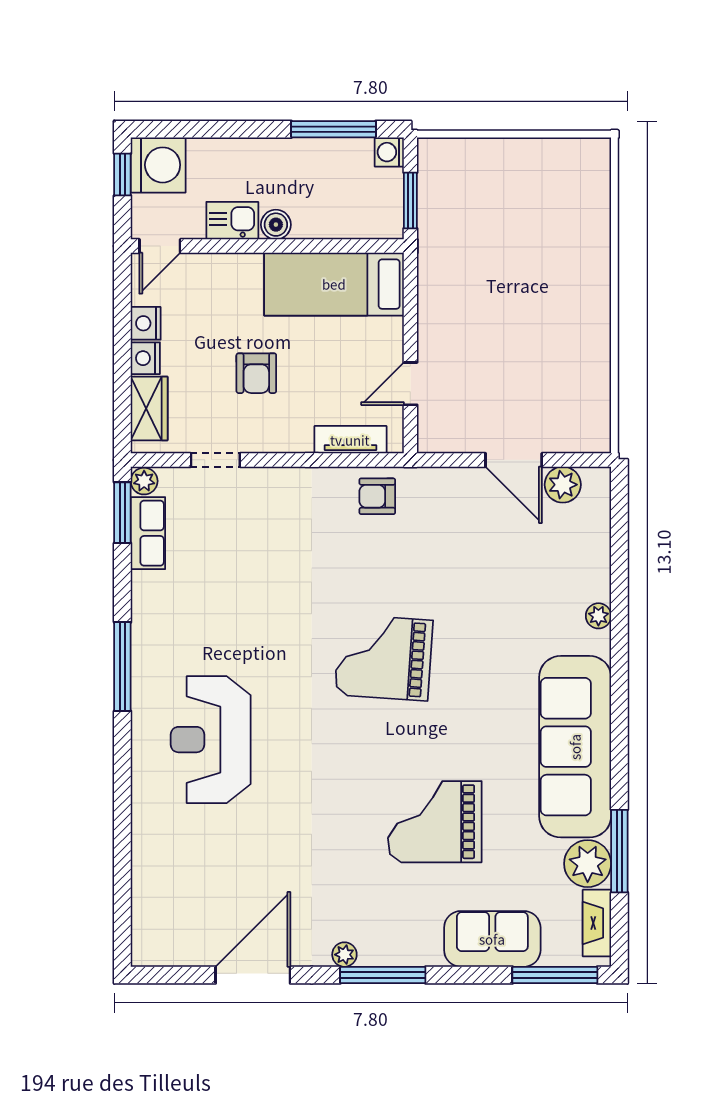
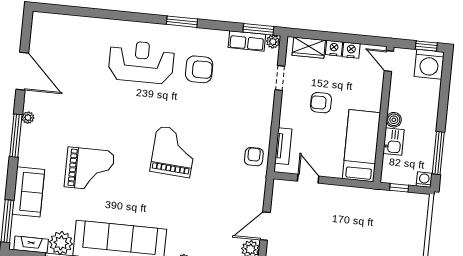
window: (410, 200) -> (399, 188), width x0.67
kitchen sink: (232, 221) -> (394, 142), moved
armchair: (214, 623) -> (199, 69), added
window: (122, 667) -> (182, 22), width x0.69
grand piano: (435, 822) -> (89, 169), turned 90

